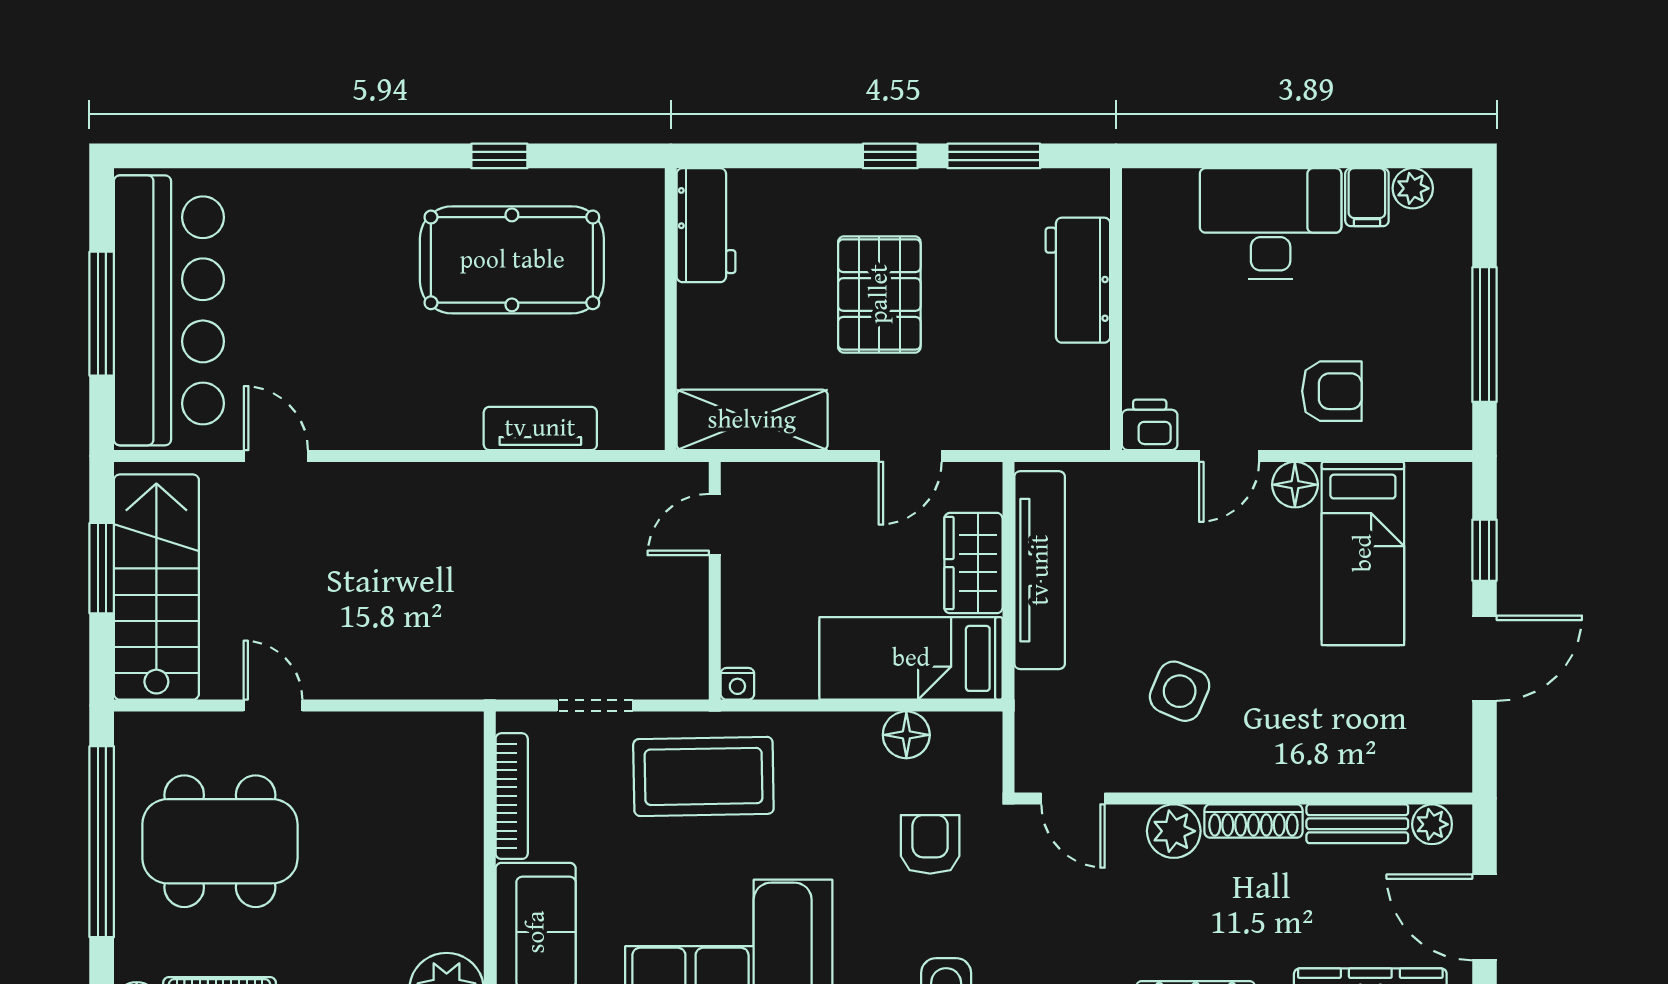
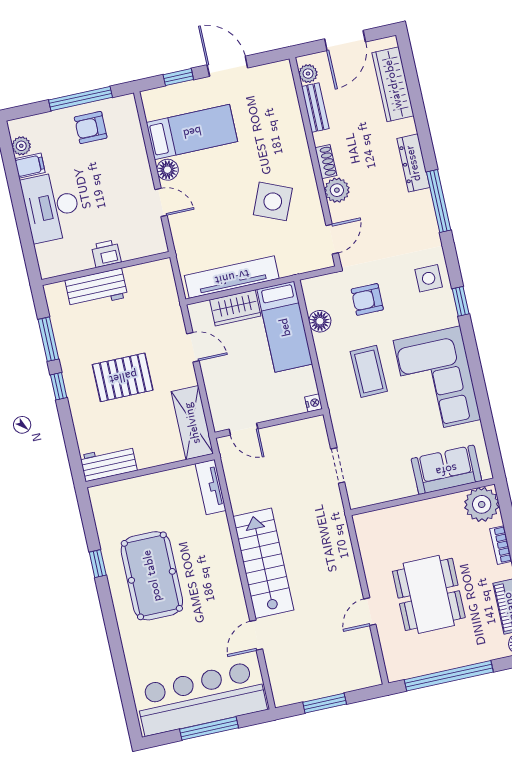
pool table: (512, 260) -> (152, 576), moved
armchair: (1332, 391) -> (91, 128), moved, turned -90
printer: (1150, 425) -> (106, 254), moved, turned 90
tv unit: (540, 428) -> (211, 487), moved
stairs: (156, 587) -> (263, 563), moved, turned 90
side table: (1180, 691) -> (273, 201), width x1.37, depth x1.37
coffee table: (703, 776) -> (369, 371), moved, width x0.73, depth x0.76
bookcase: (512, 796) -> (387, 494), removed
shoe rack: (1253, 821) -> (326, 162), width x0.70
dining table: (220, 841) -> (429, 594), moved

